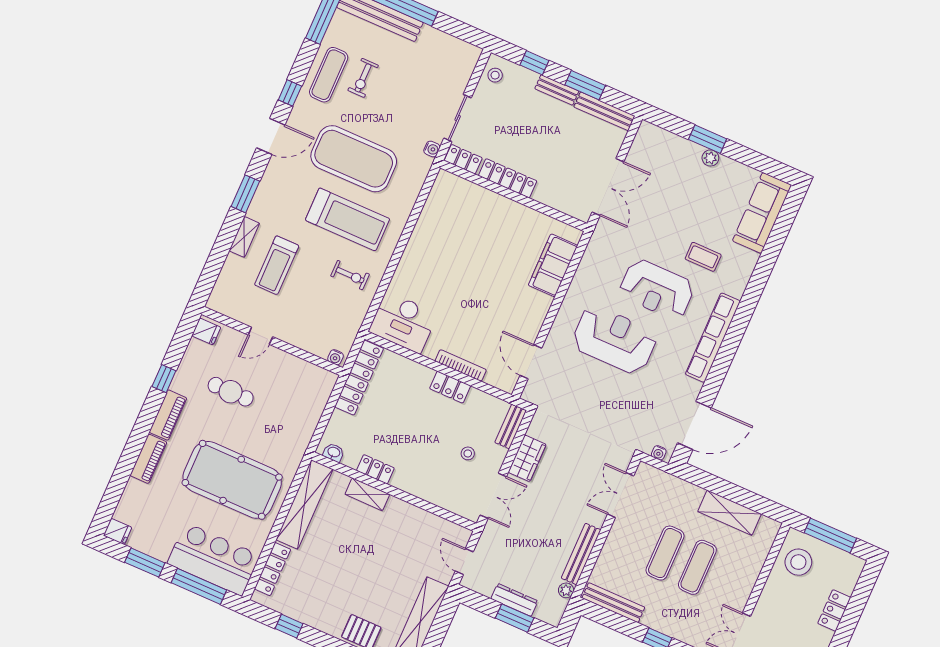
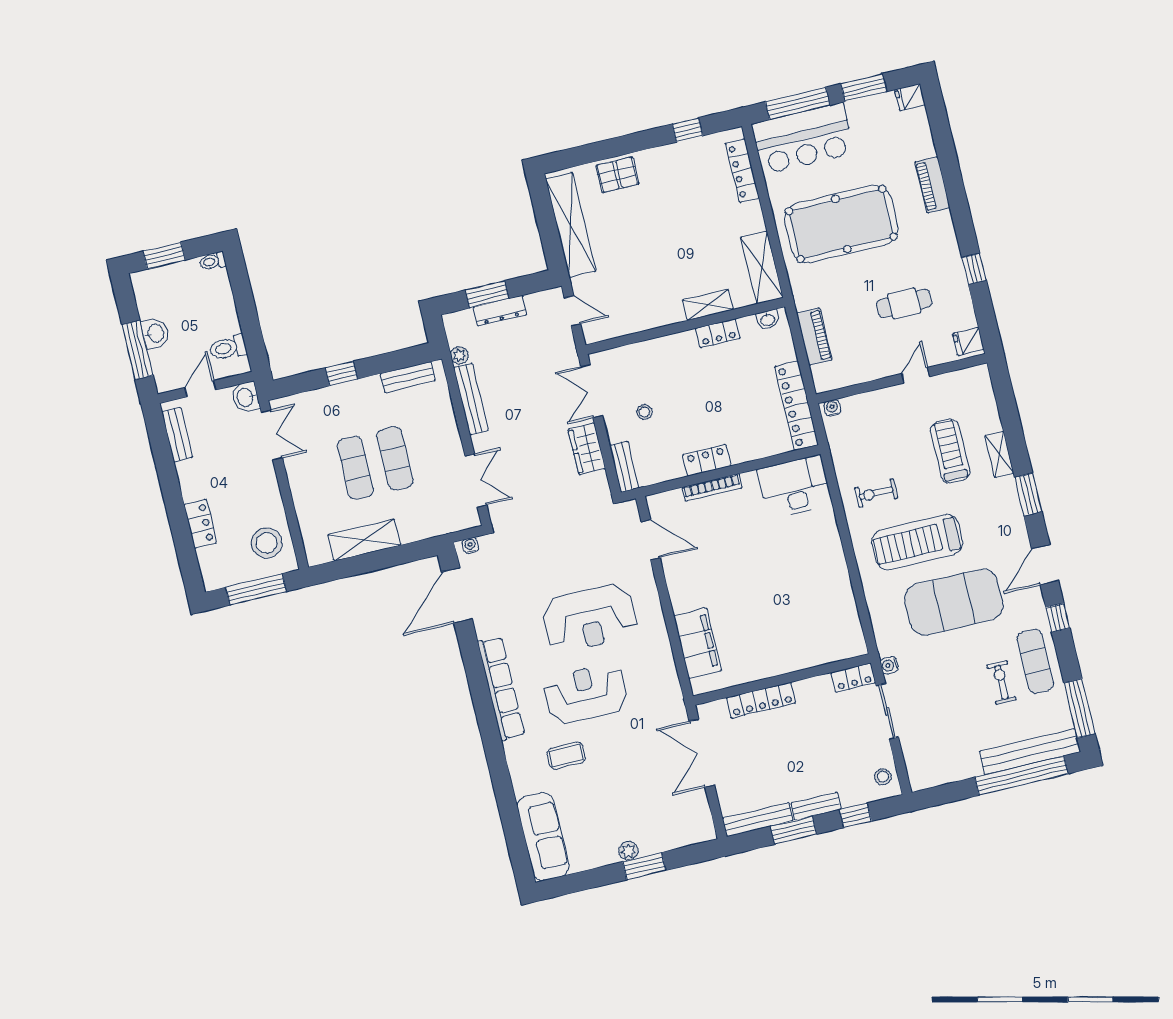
locker: (508, 178) -> (761, 700), moved
piano: (168, 415) -> (814, 336), moved, turned 180
shelving: (305, 504) -> (762, 267), width x0.68
bench: (613, 603) -> (408, 377), width x0.73

